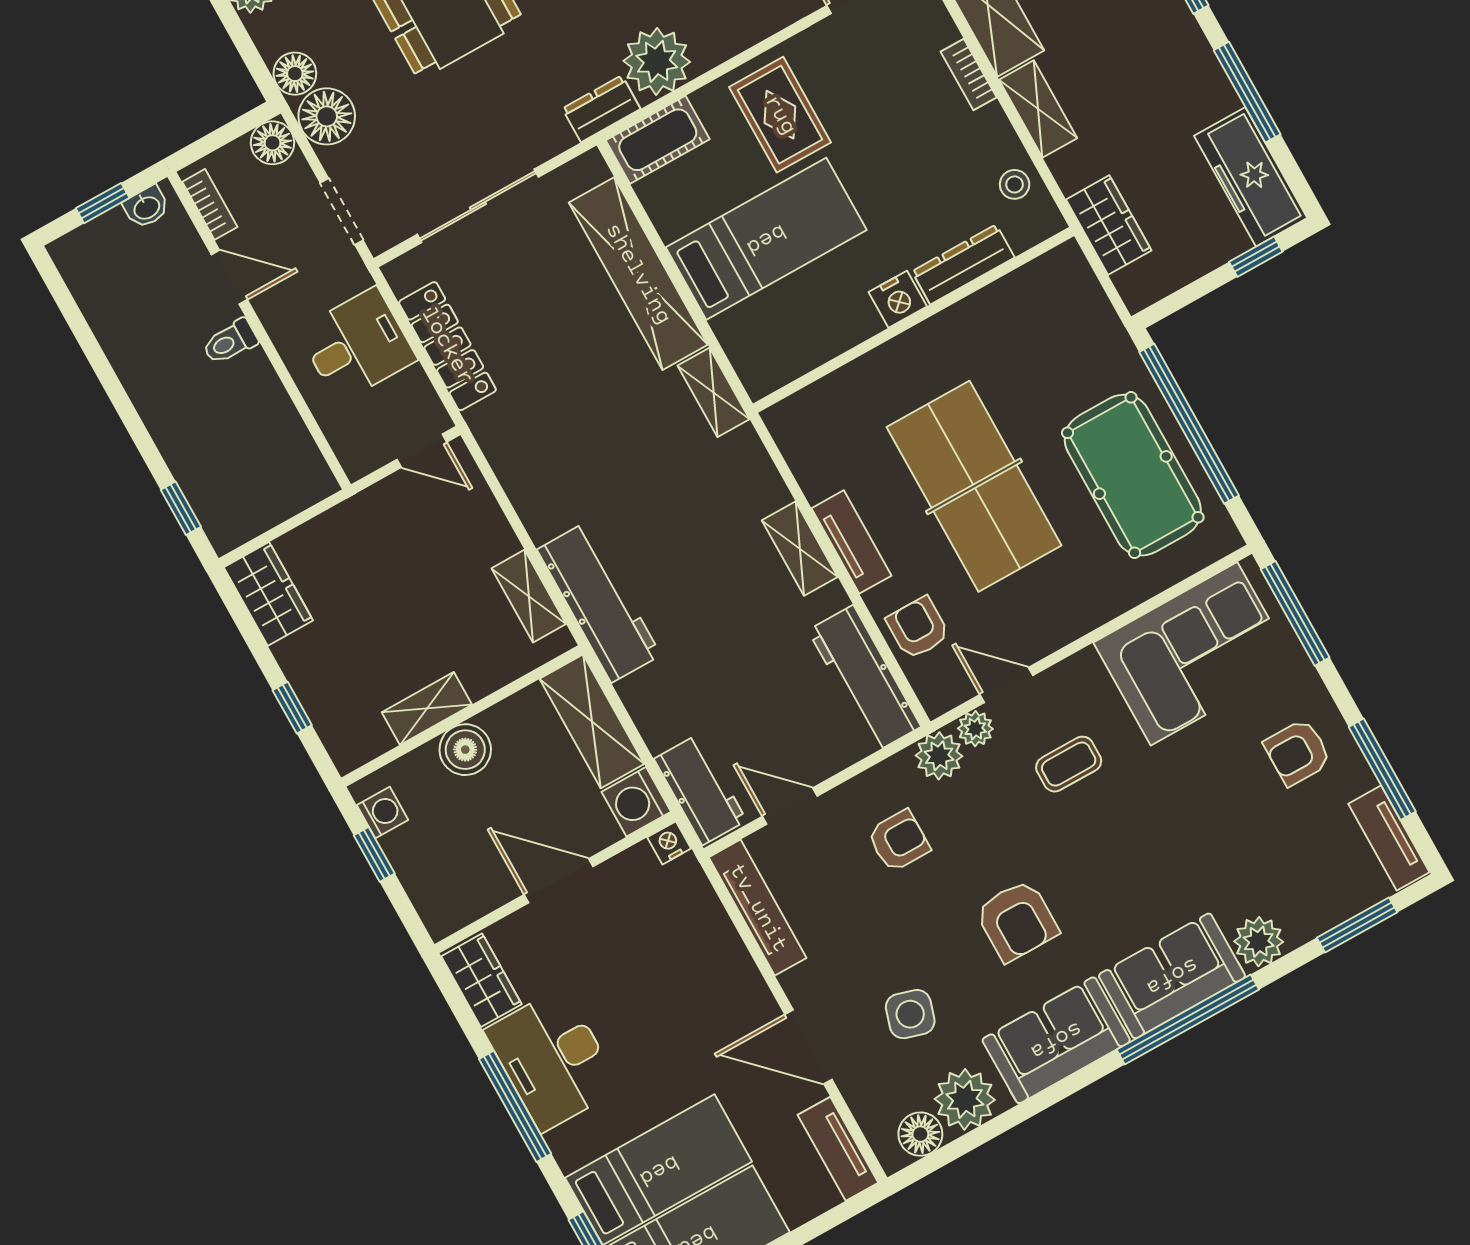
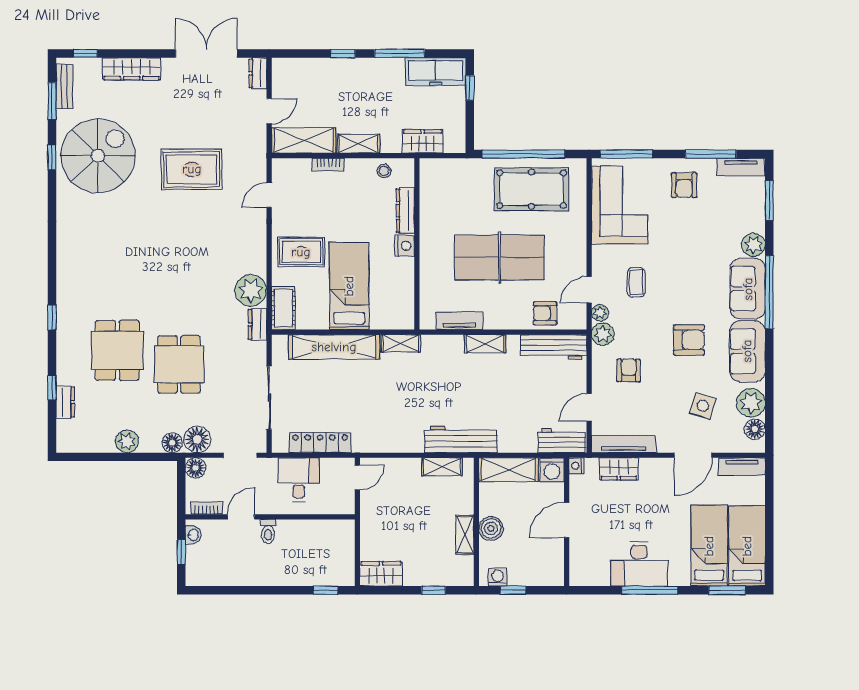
tv unit: (852, 542) -> (459, 321), moved
wardrobe: (481, 980) -> (619, 469), moved, turned 180

